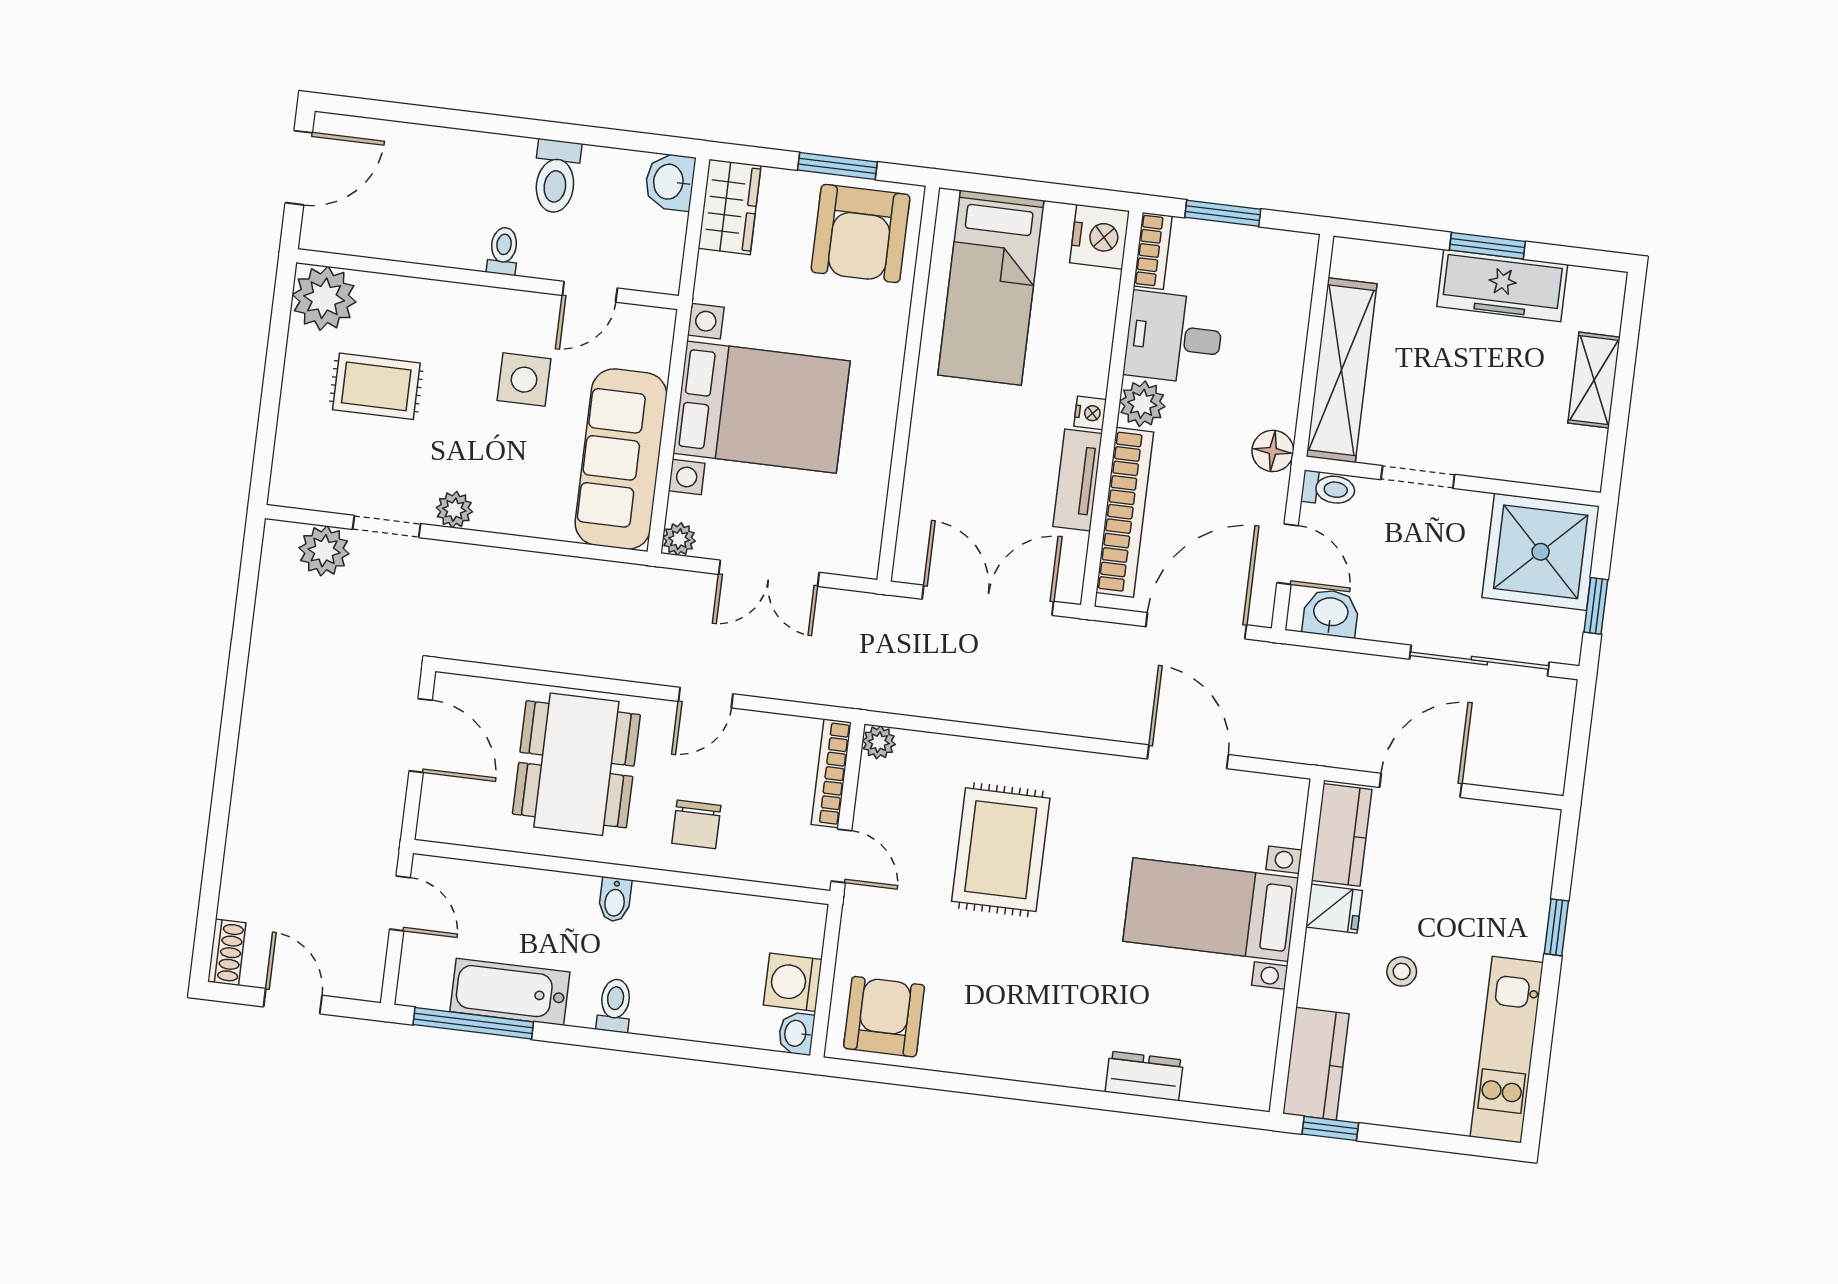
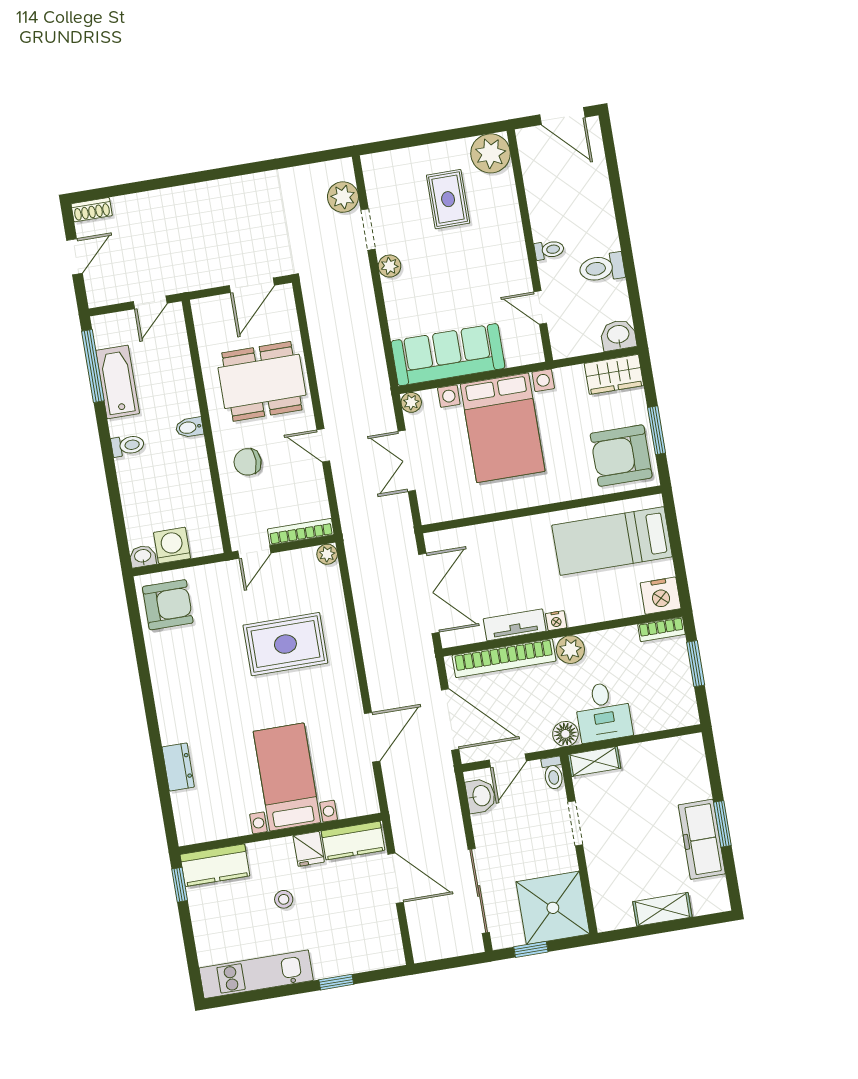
desk: (1174, 338) -> (603, 712), moved, turned 180
shelving: (1342, 370) -> (594, 761), width x0.45, depth x0.75
side table: (524, 380) -> (478, 284), removed

